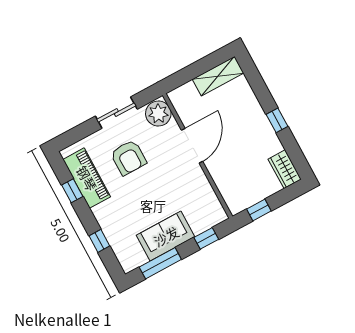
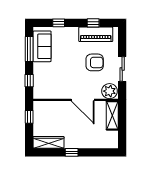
shelving: (218, 76) -> (112, 115), moved
armchair: (128, 158) -> (95, 62), turned 180
wardrobe: (285, 169) -> (48, 142), width x1.50
sofa: (166, 236) -> (42, 46), moved

